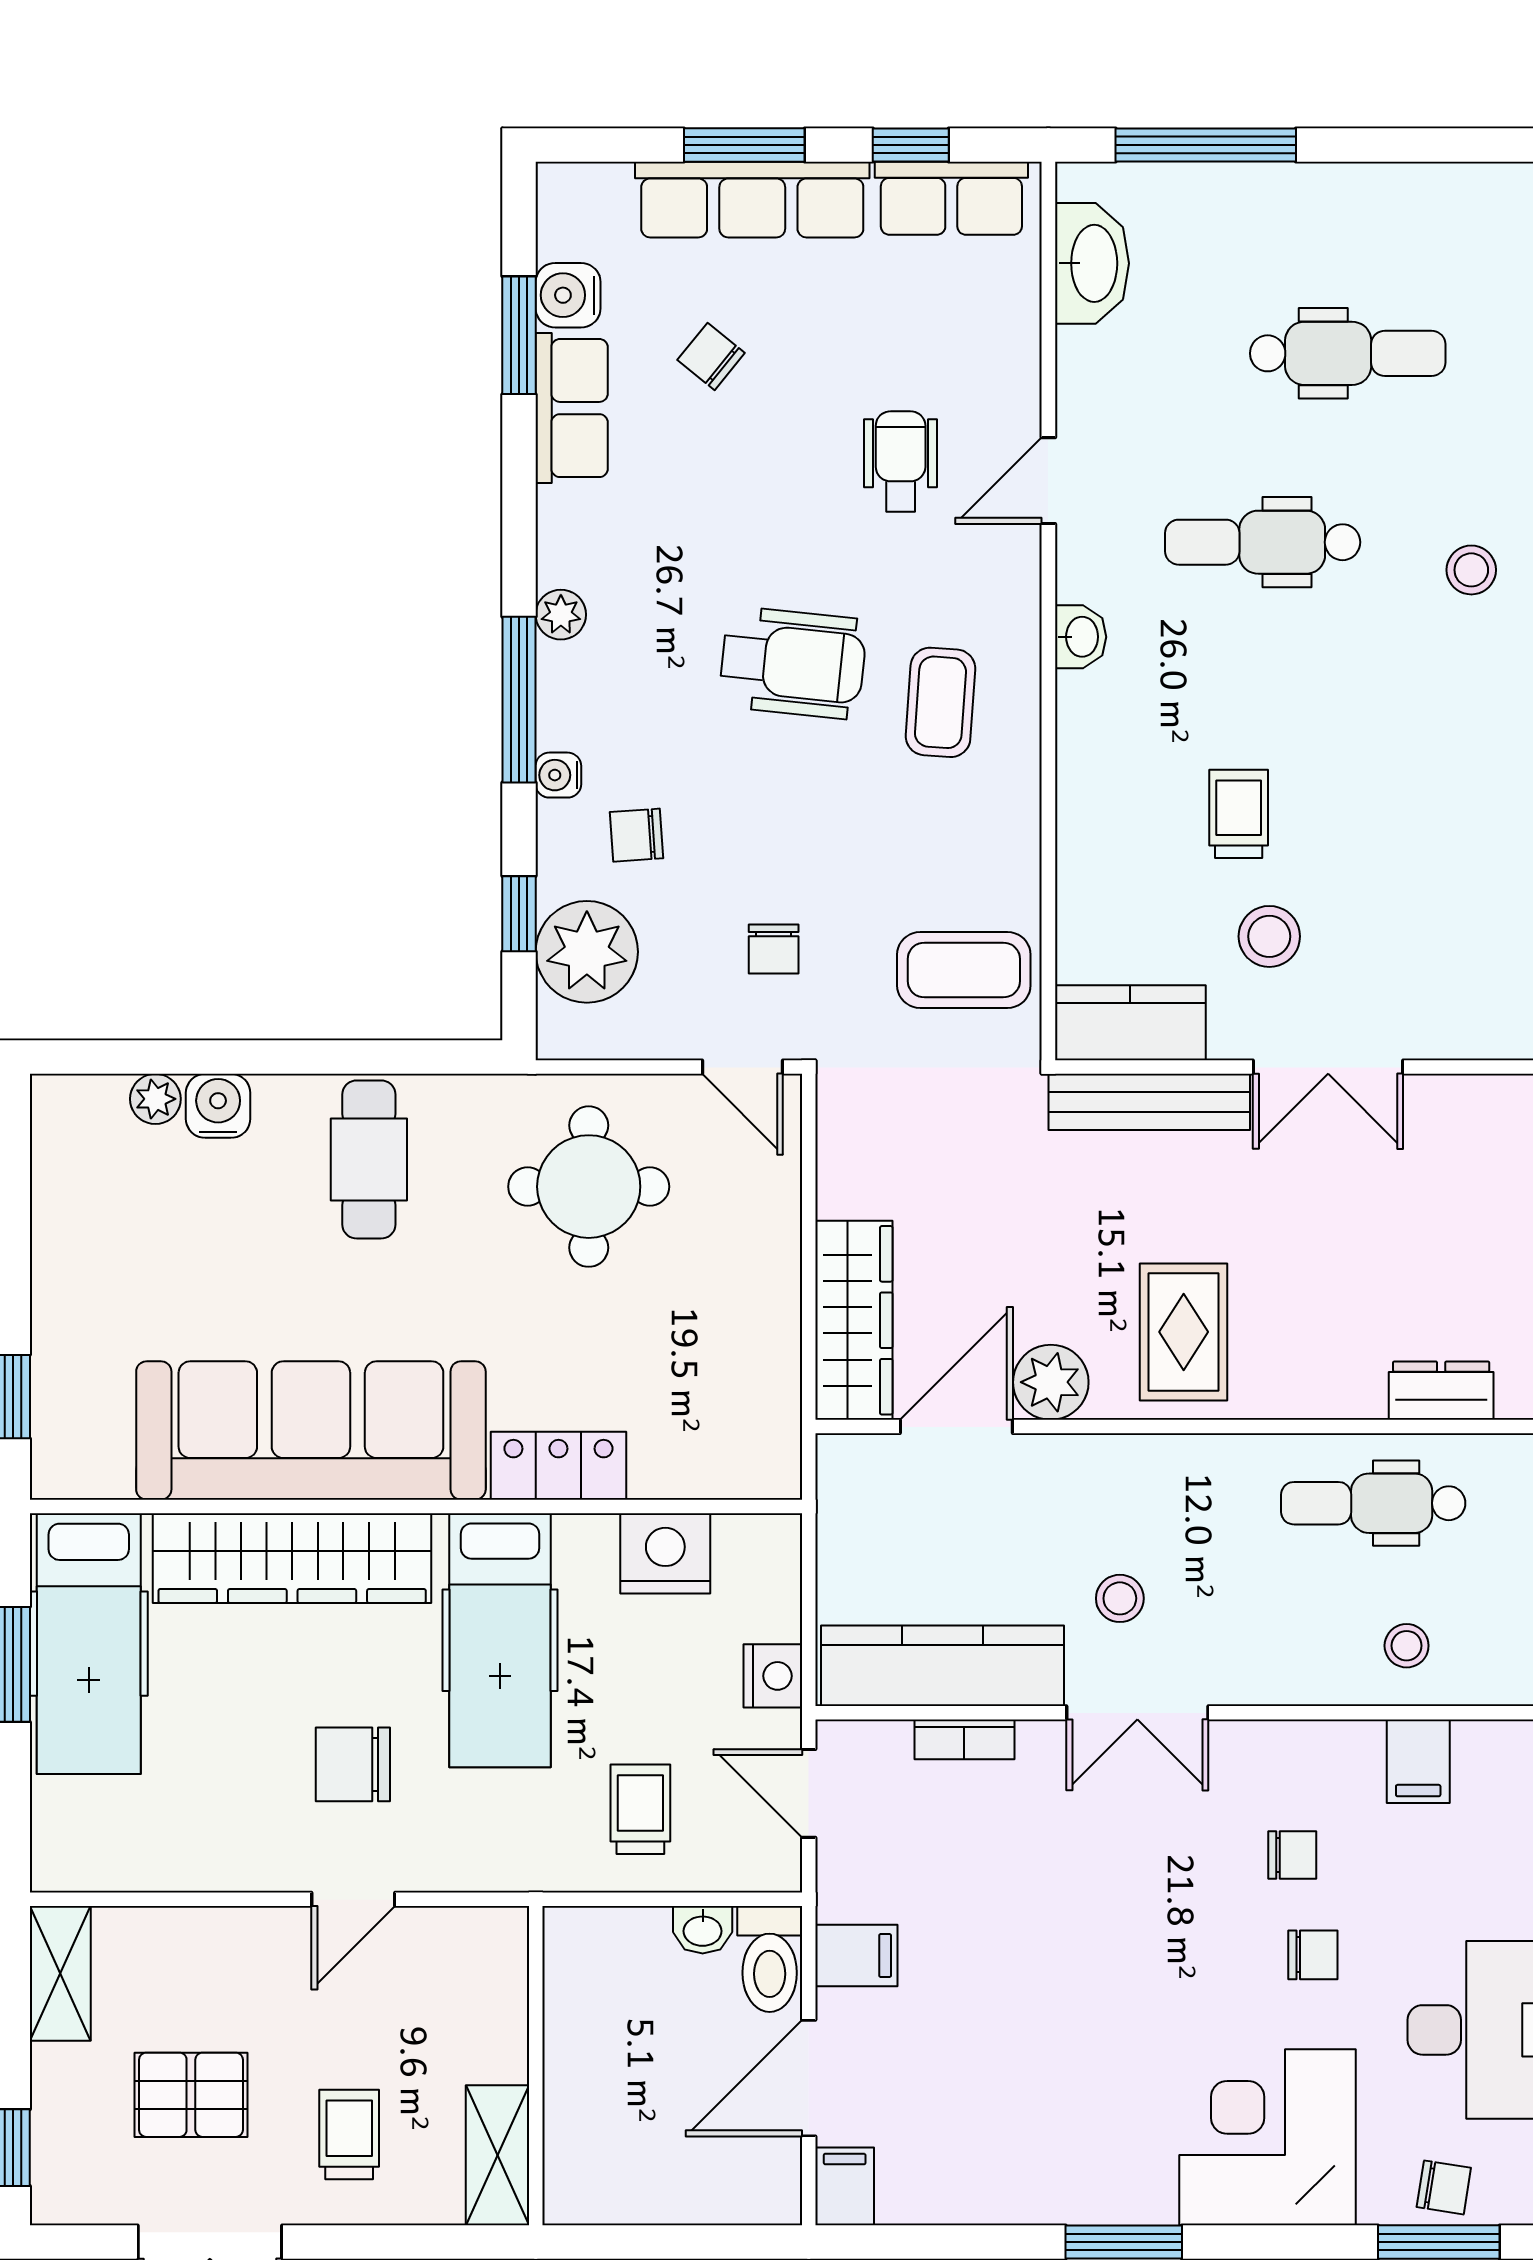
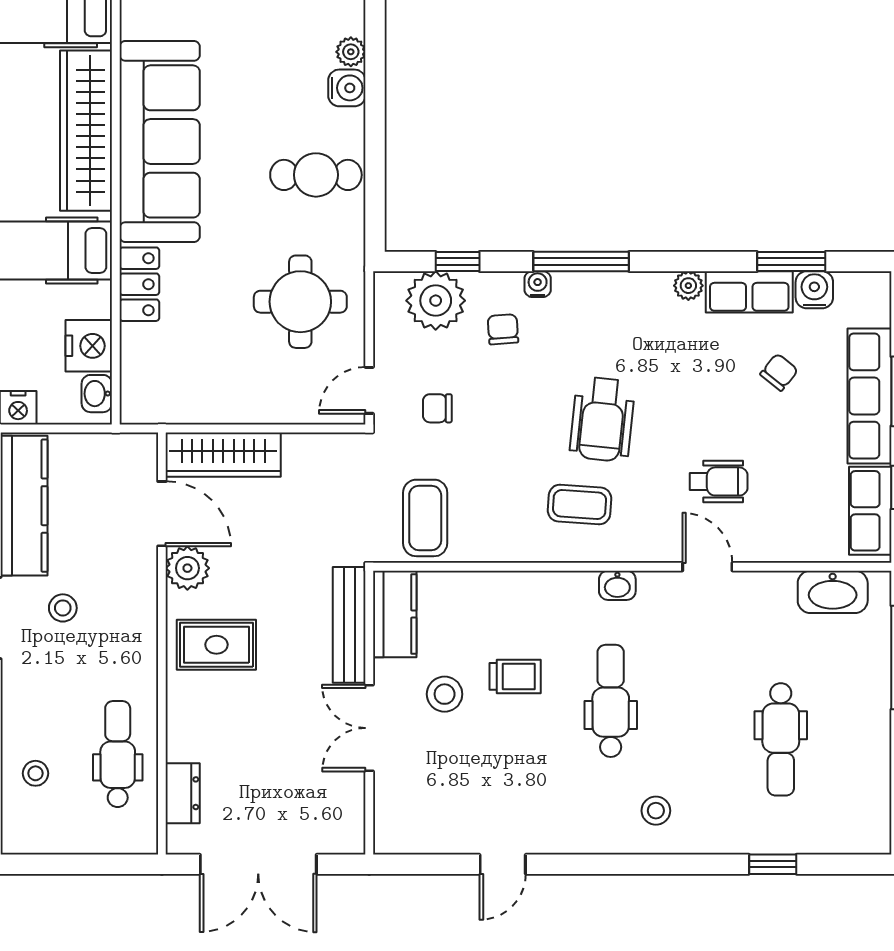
dental chair: (1263, 542) -> (611, 701), moved
plant: (561, 615) -> (688, 286), moved
washbasin: (748, 1539) -> (97, 394), added

